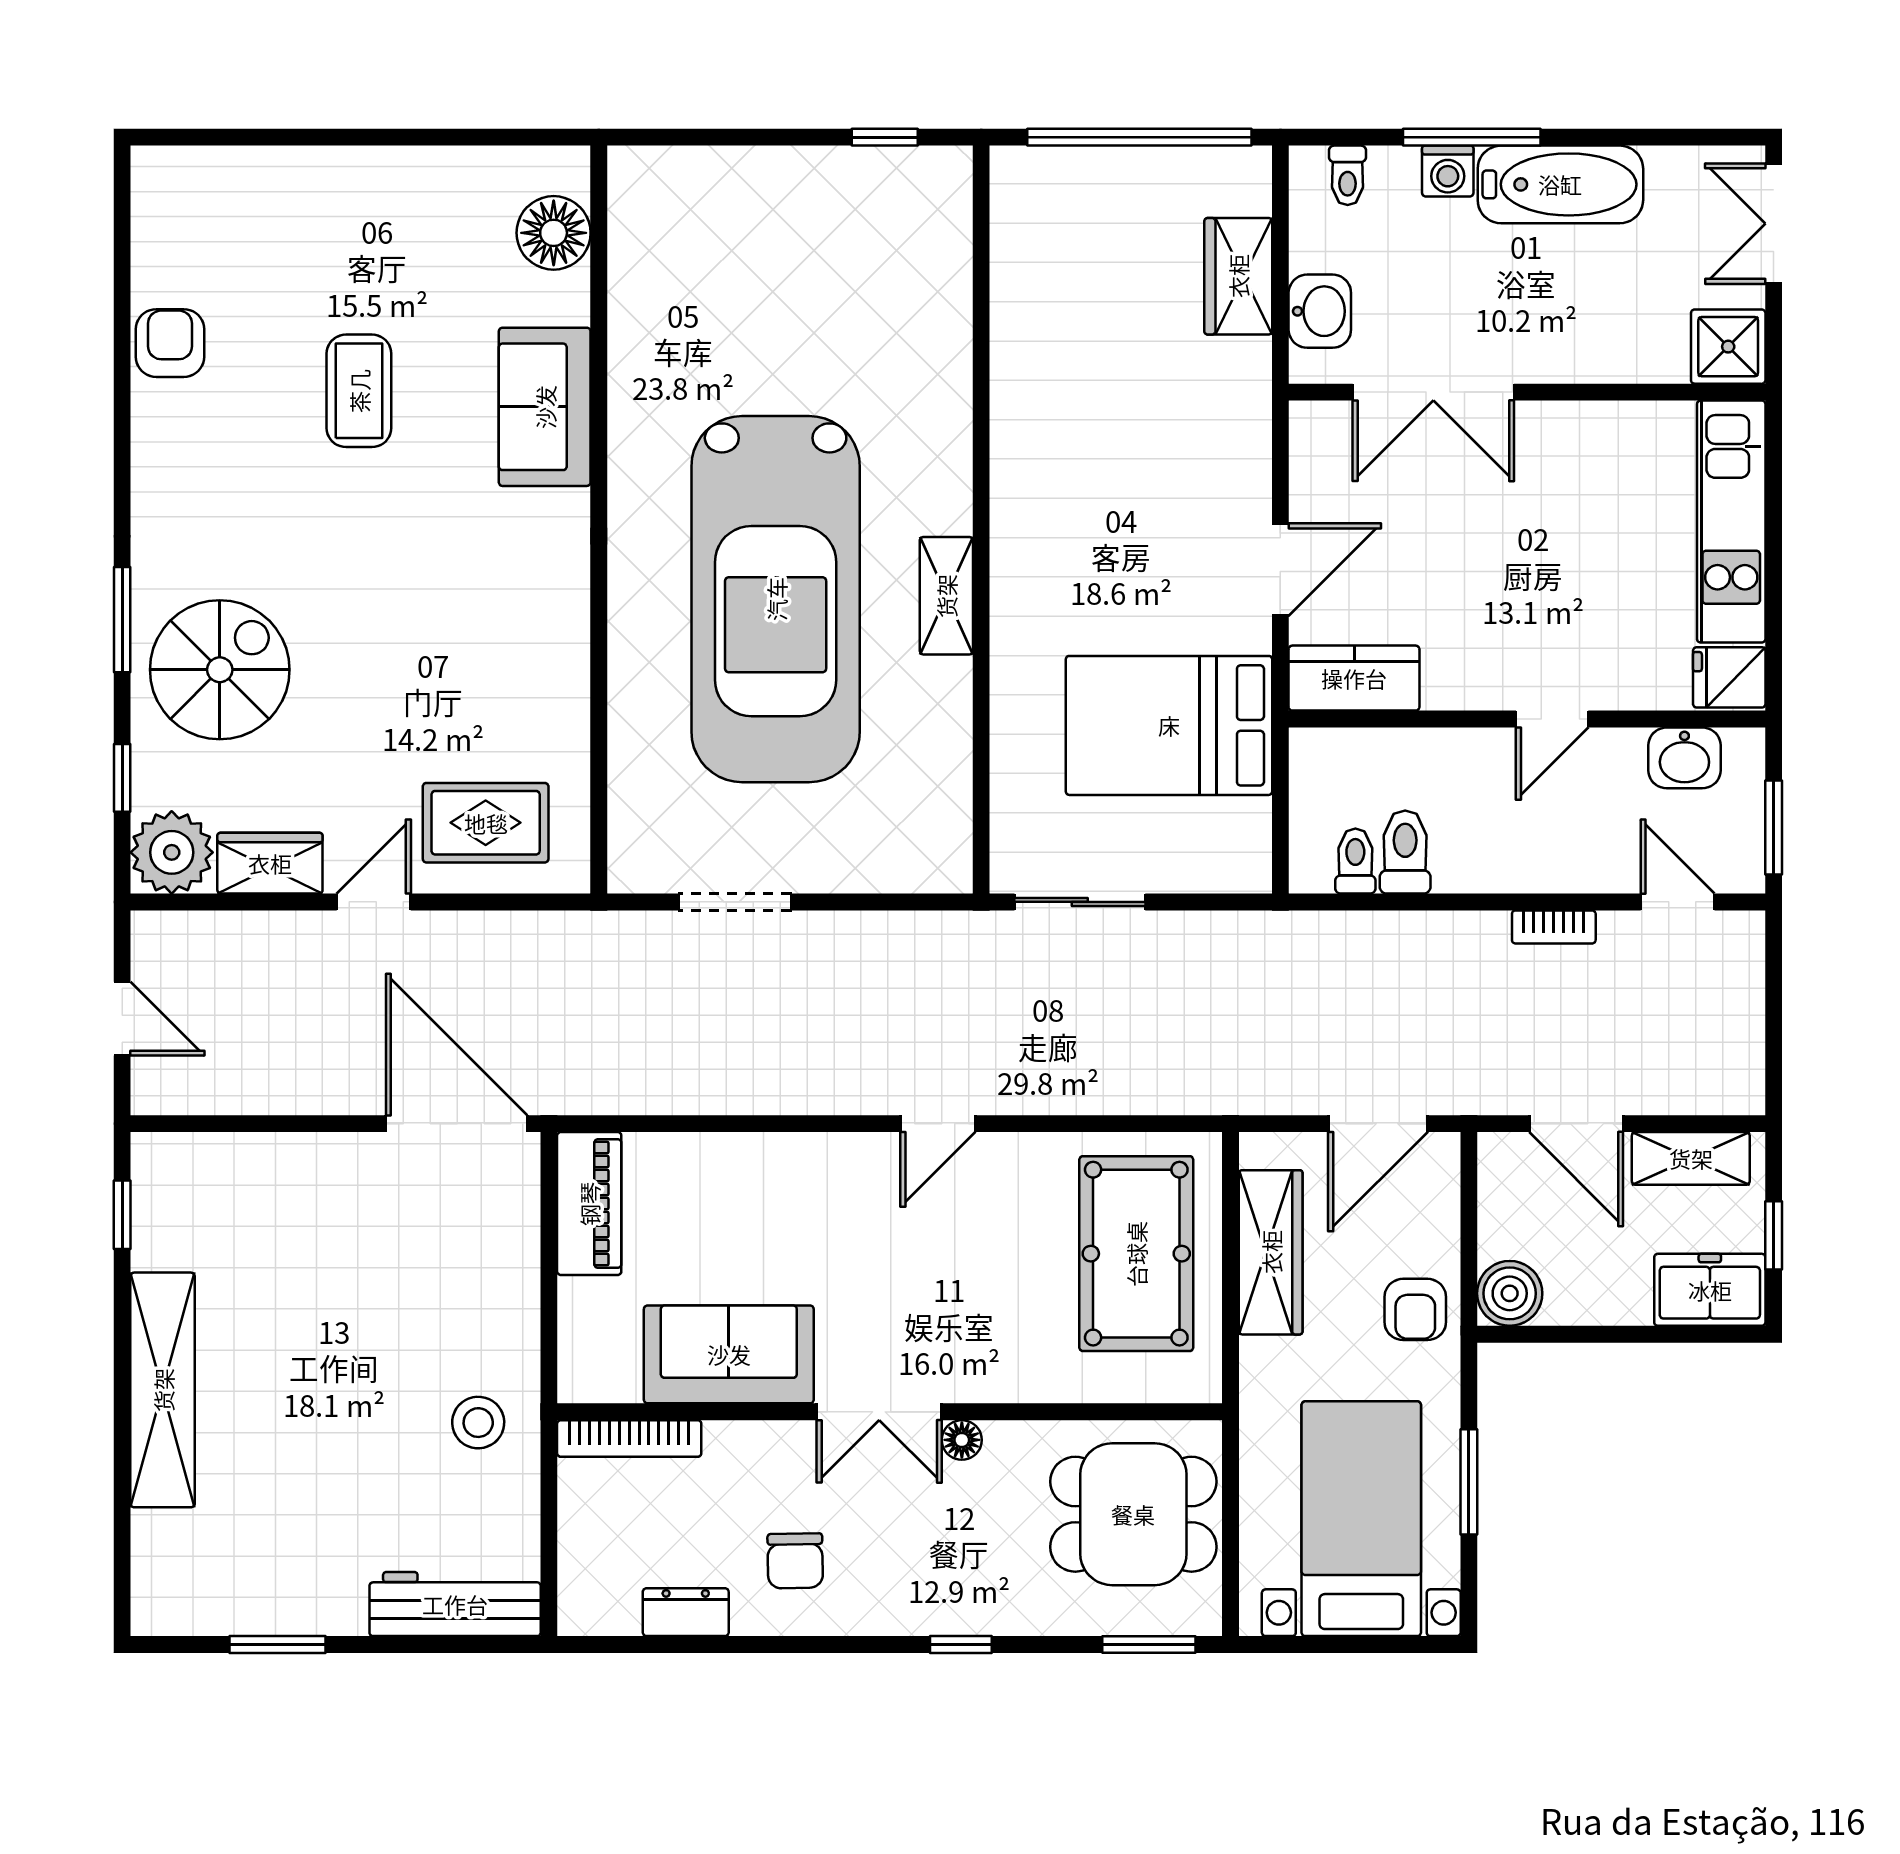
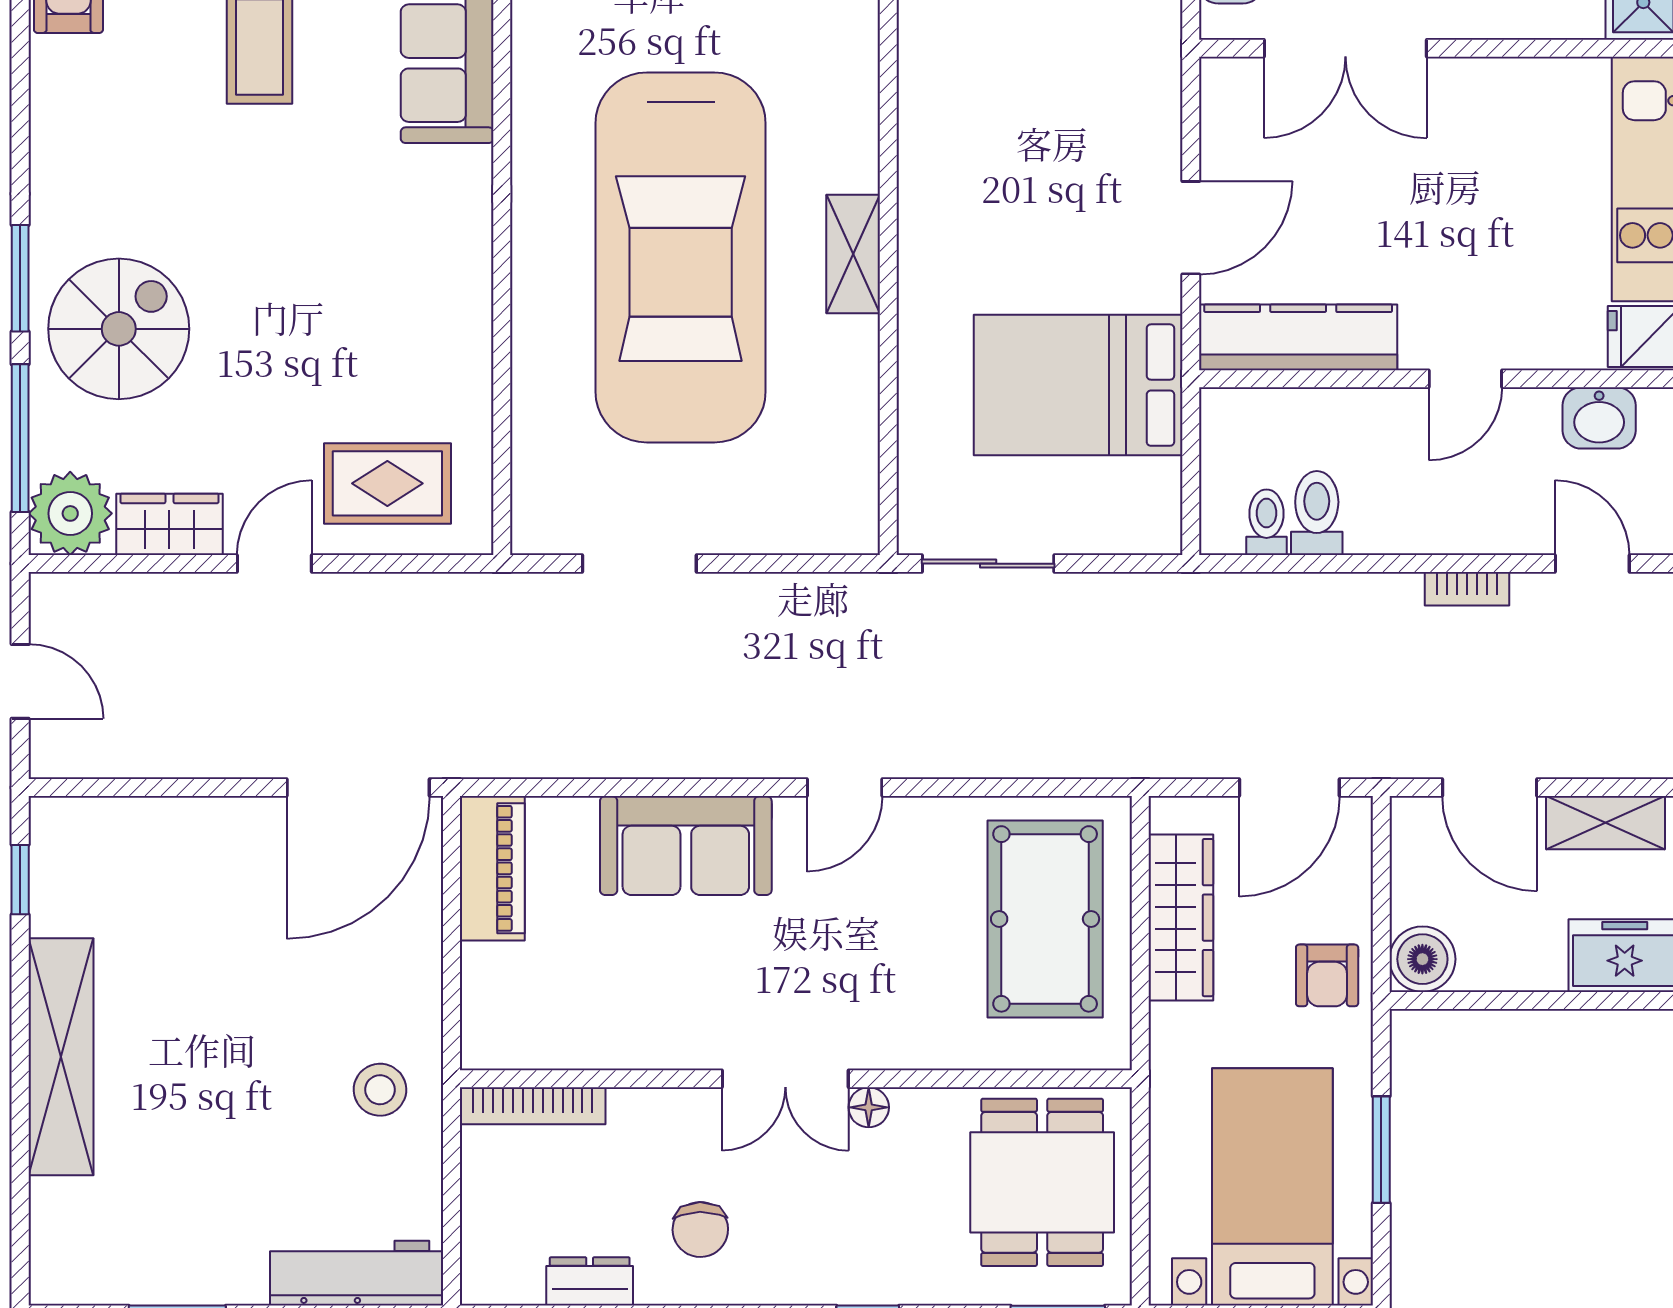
kitchen counter: (1354, 678) -> (1298, 337), width x1.50
window: (122, 778) -> (20, 438), width x2.17
door: (457, 1124) -> (358, 788), swing flipped
sofa: (729, 1354) -> (686, 846), moved, turned 180
dining table: (1133, 1514) -> (1042, 1182), turned 90

